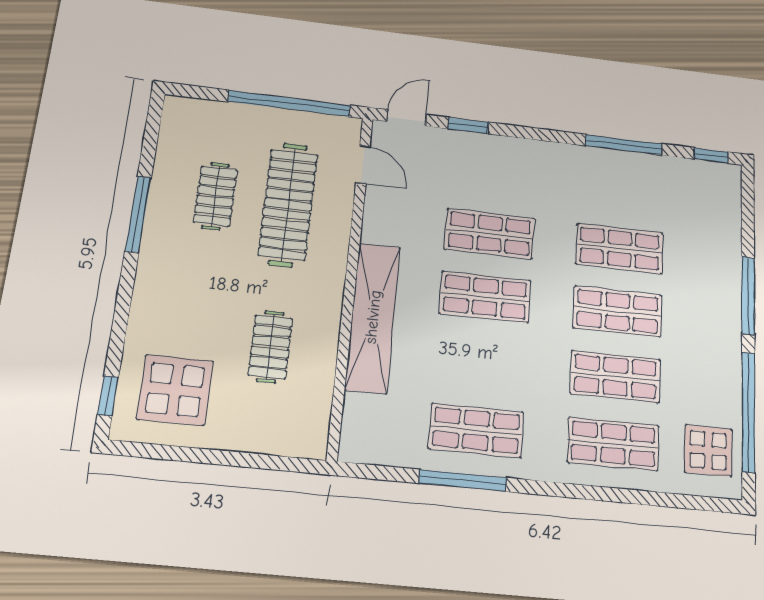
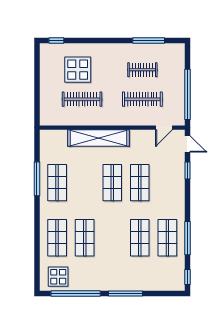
clothes rail: (288, 205) -> (142, 99), width x0.73, depth x0.76
window: (138, 214) -> (149, 41), moved
shop shelf: (618, 311) -> (167, 238), moved
clothes rail: (270, 347) -> (82, 99), width x1.36
display table: (175, 390) -> (78, 70), moved

